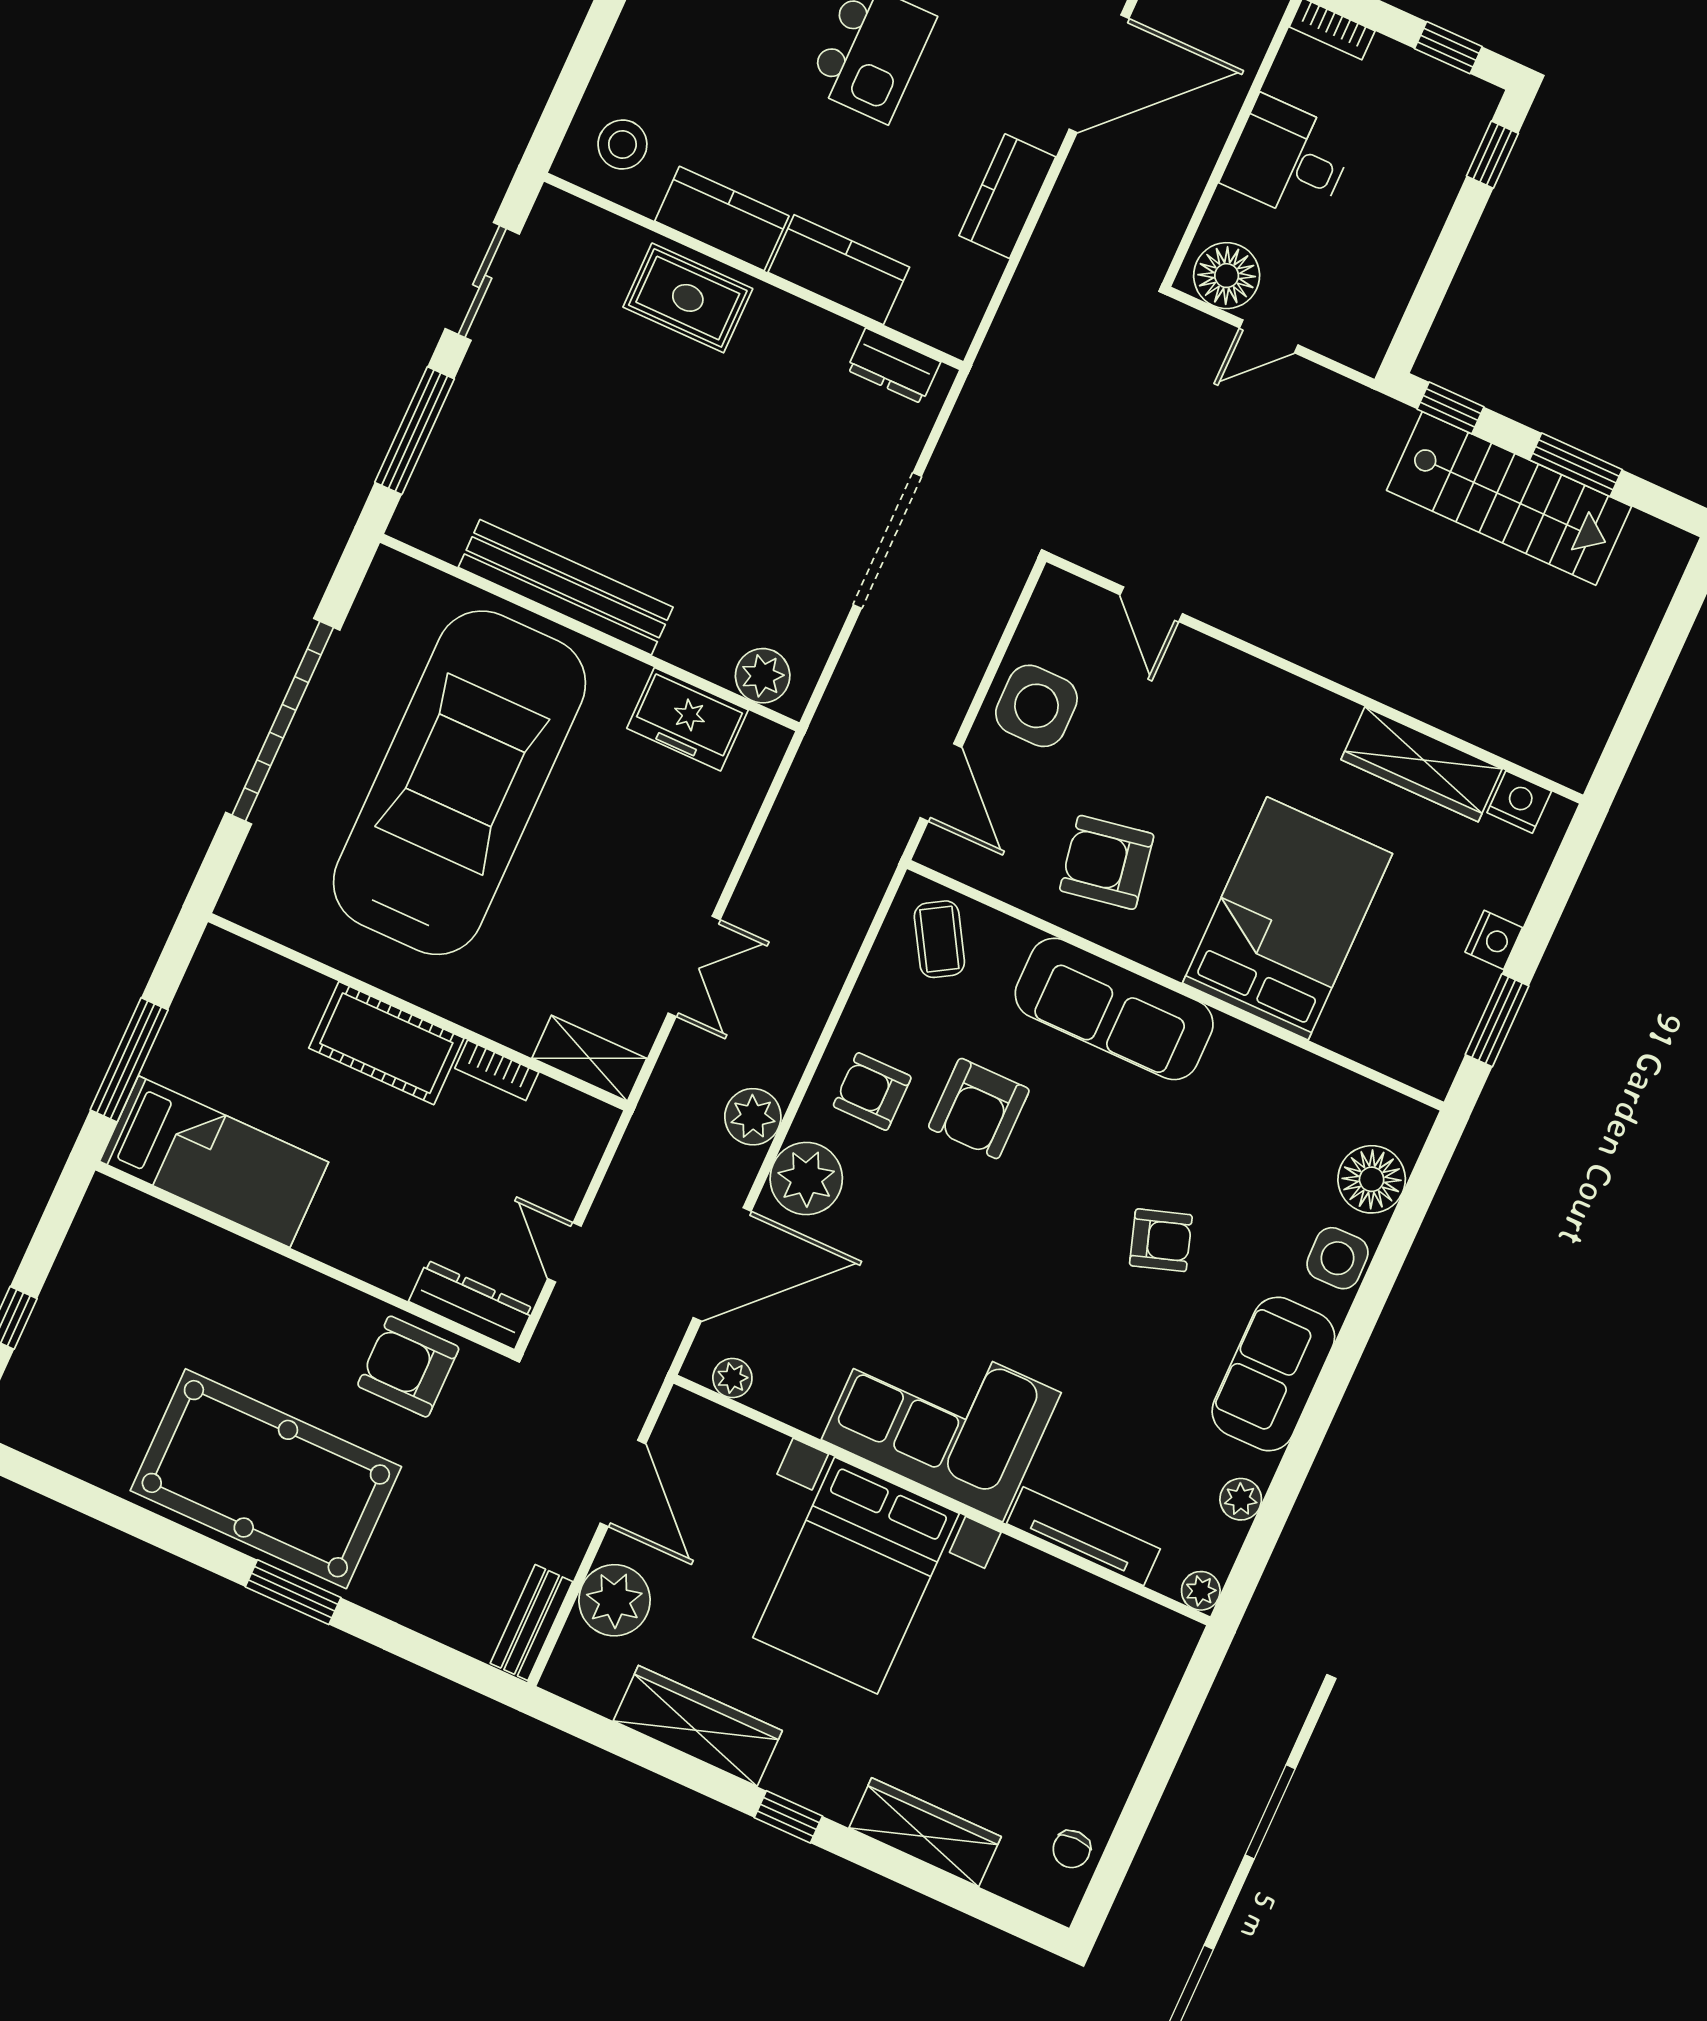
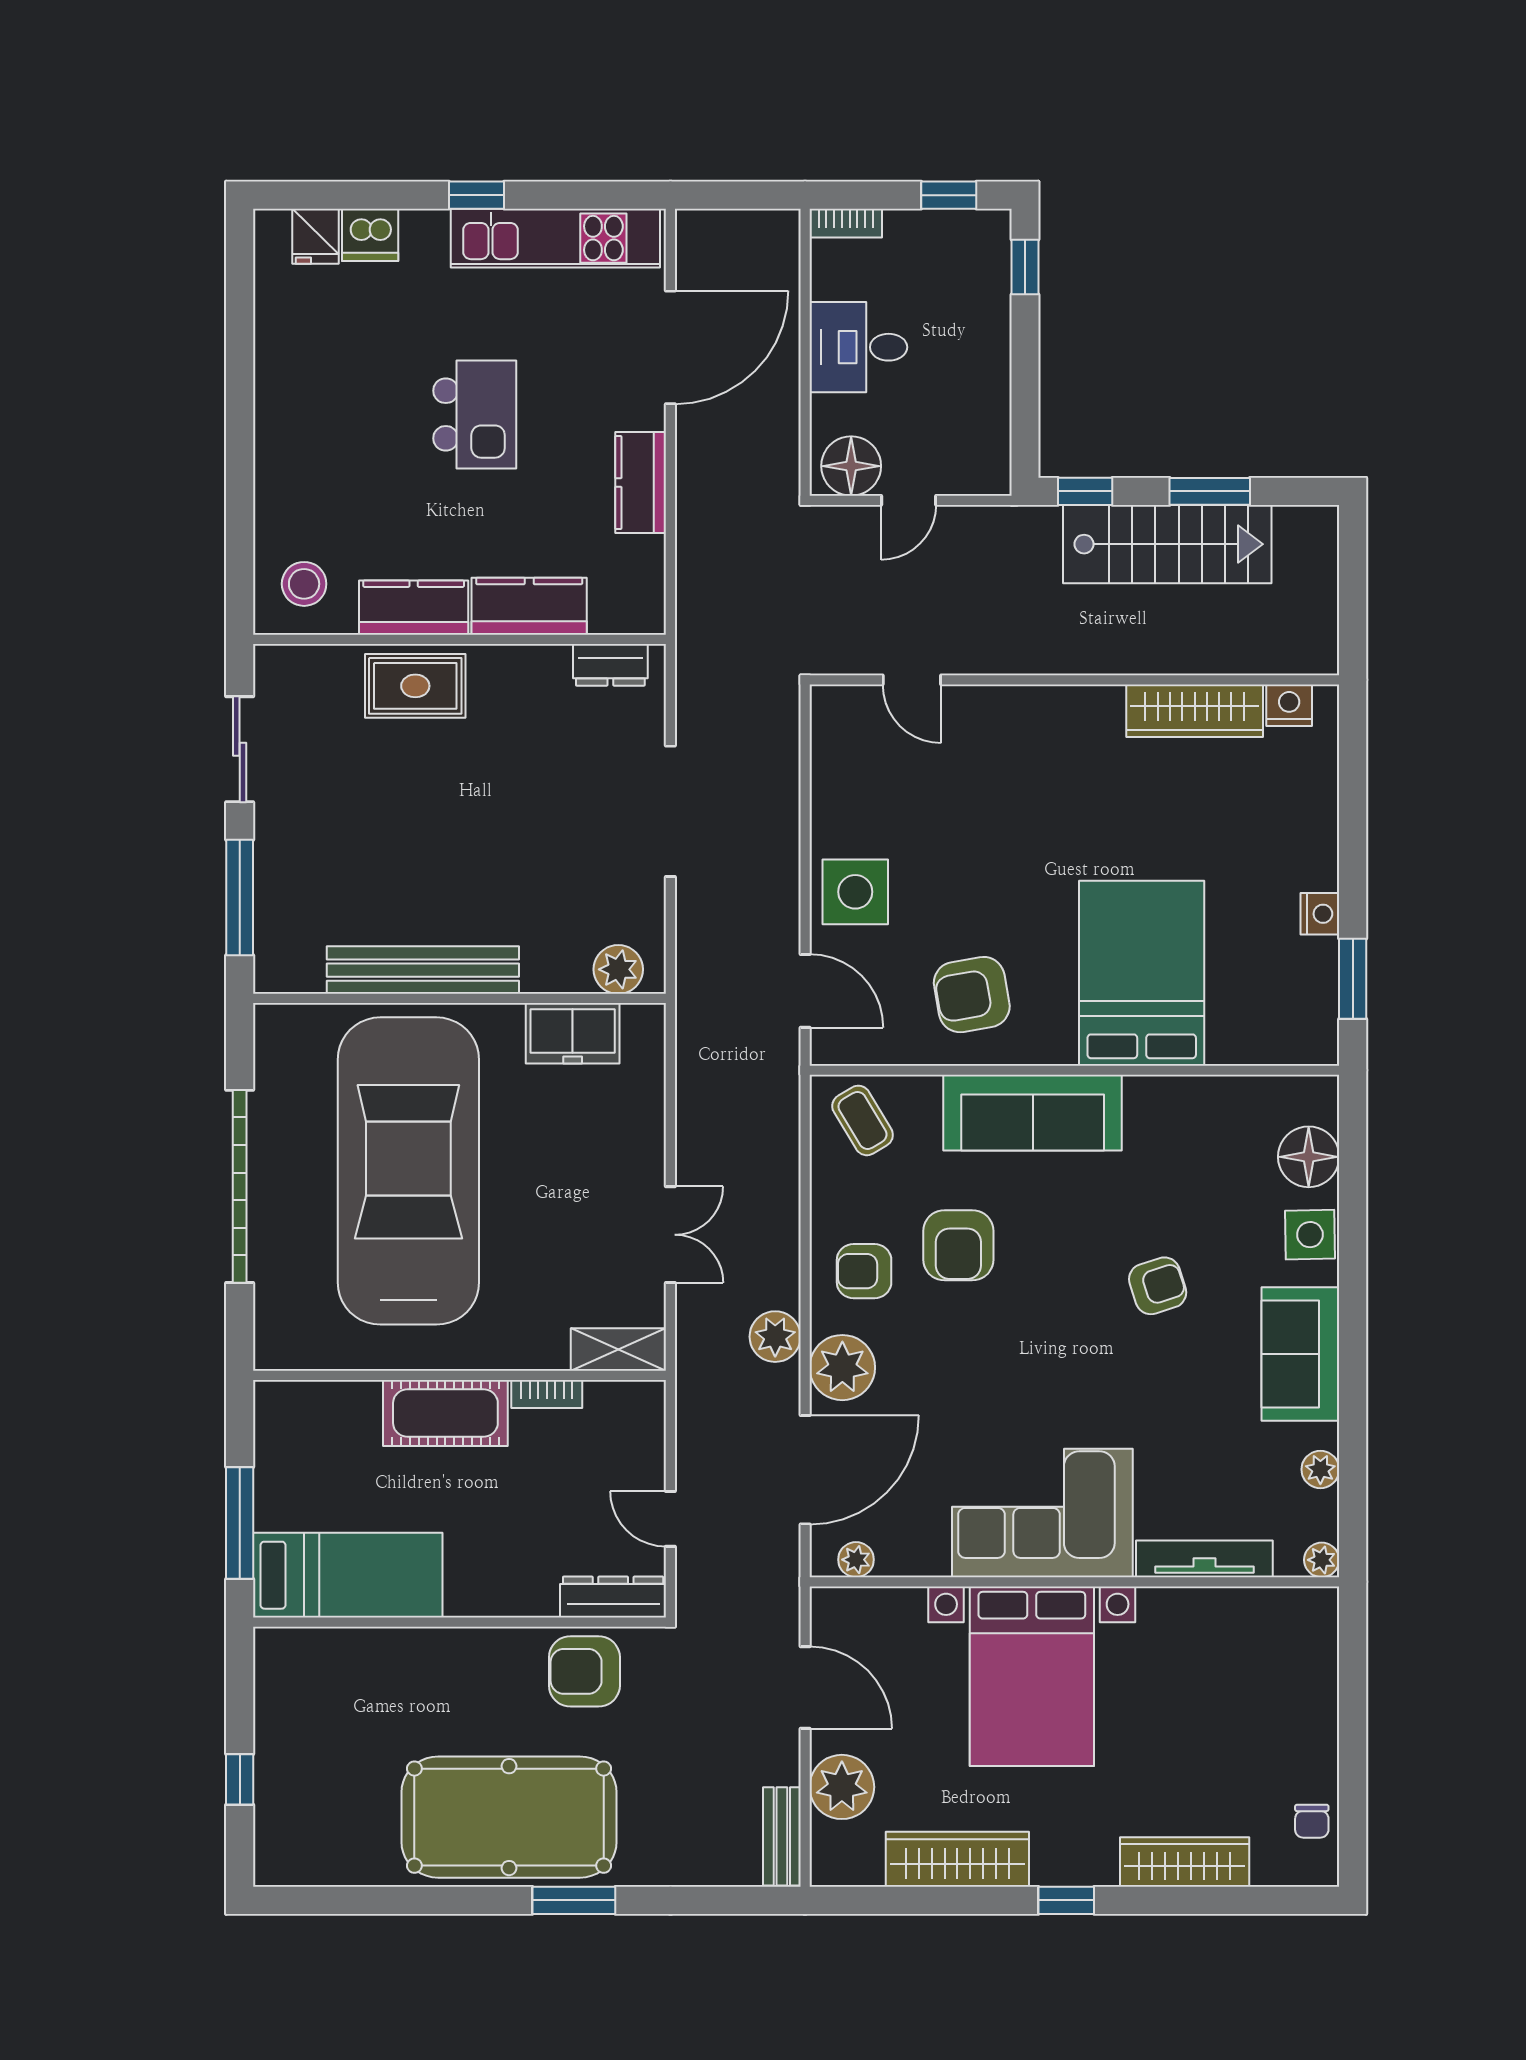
door: (1151, 604) -> (912, 680), moved
wall: (1315, 678) -> (1074, 680), moved
wardrobe: (1422, 764) -> (1195, 711), moved
nightstand: (1519, 802) -> (1289, 705), moved

